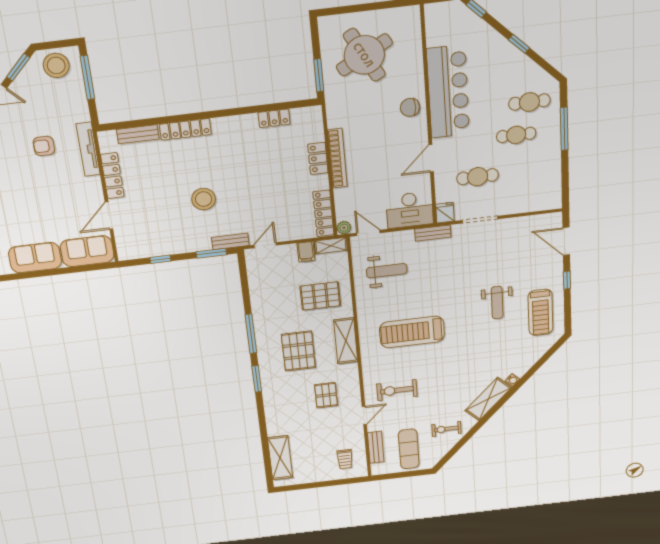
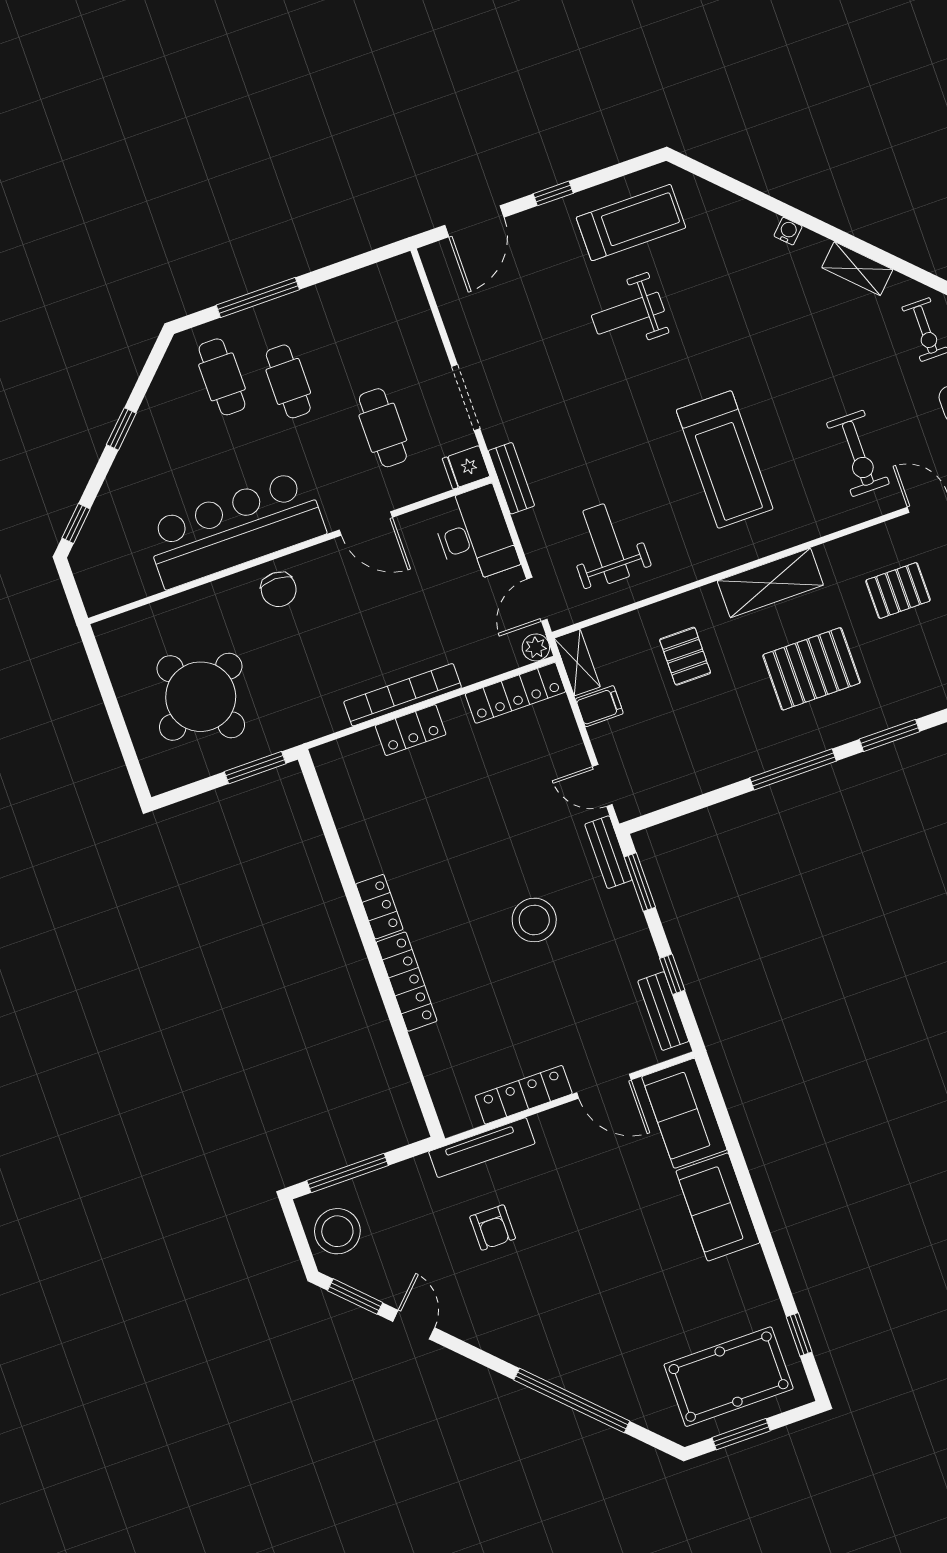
locker: (274, 118) -> (379, 907), moved
bench: (138, 134) -> (663, 1011), moved
pallet: (320, 296) -> (685, 656), width x0.67, depth x0.71
weight bench: (497, 303) -> (628, 313), turned 180
shelving: (488, 399) -> (857, 269), width x0.67, depth x0.75

